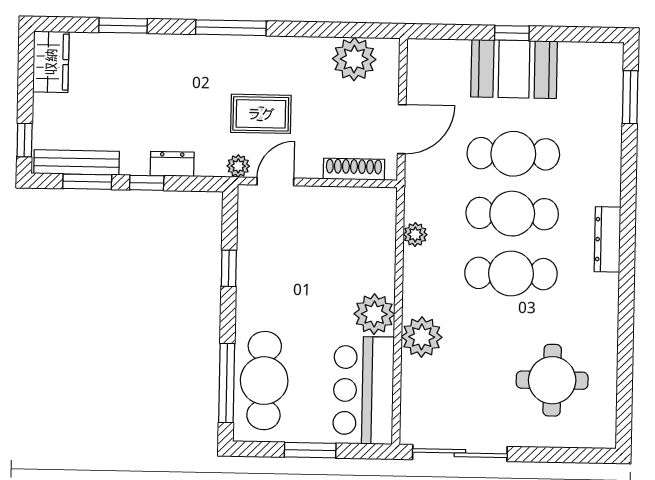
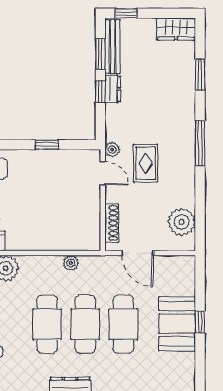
dresser: (172, 164) -> (113, 89), moved
plant: (374, 314) -> (20, 238), removed

